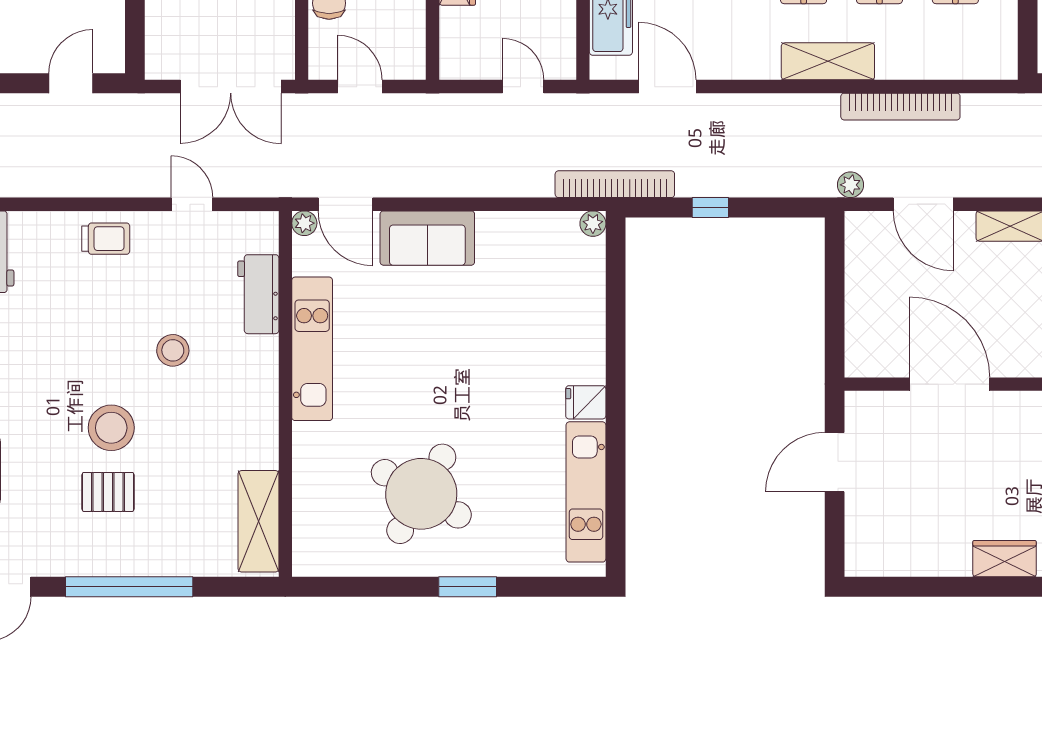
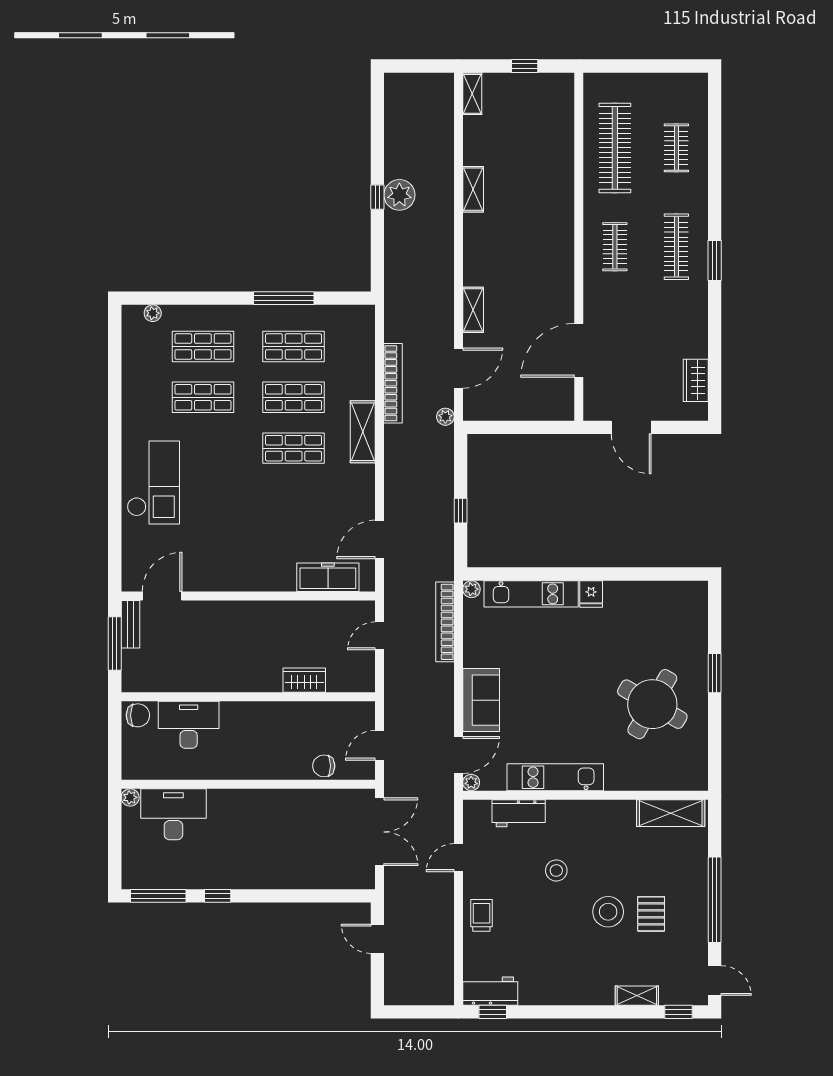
bookcase: (615, 184) -> (445, 622), moved
kitchen unit: (586, 492) -> (531, 594), moved
wardrobe: (1005, 559) -> (696, 380), moved

